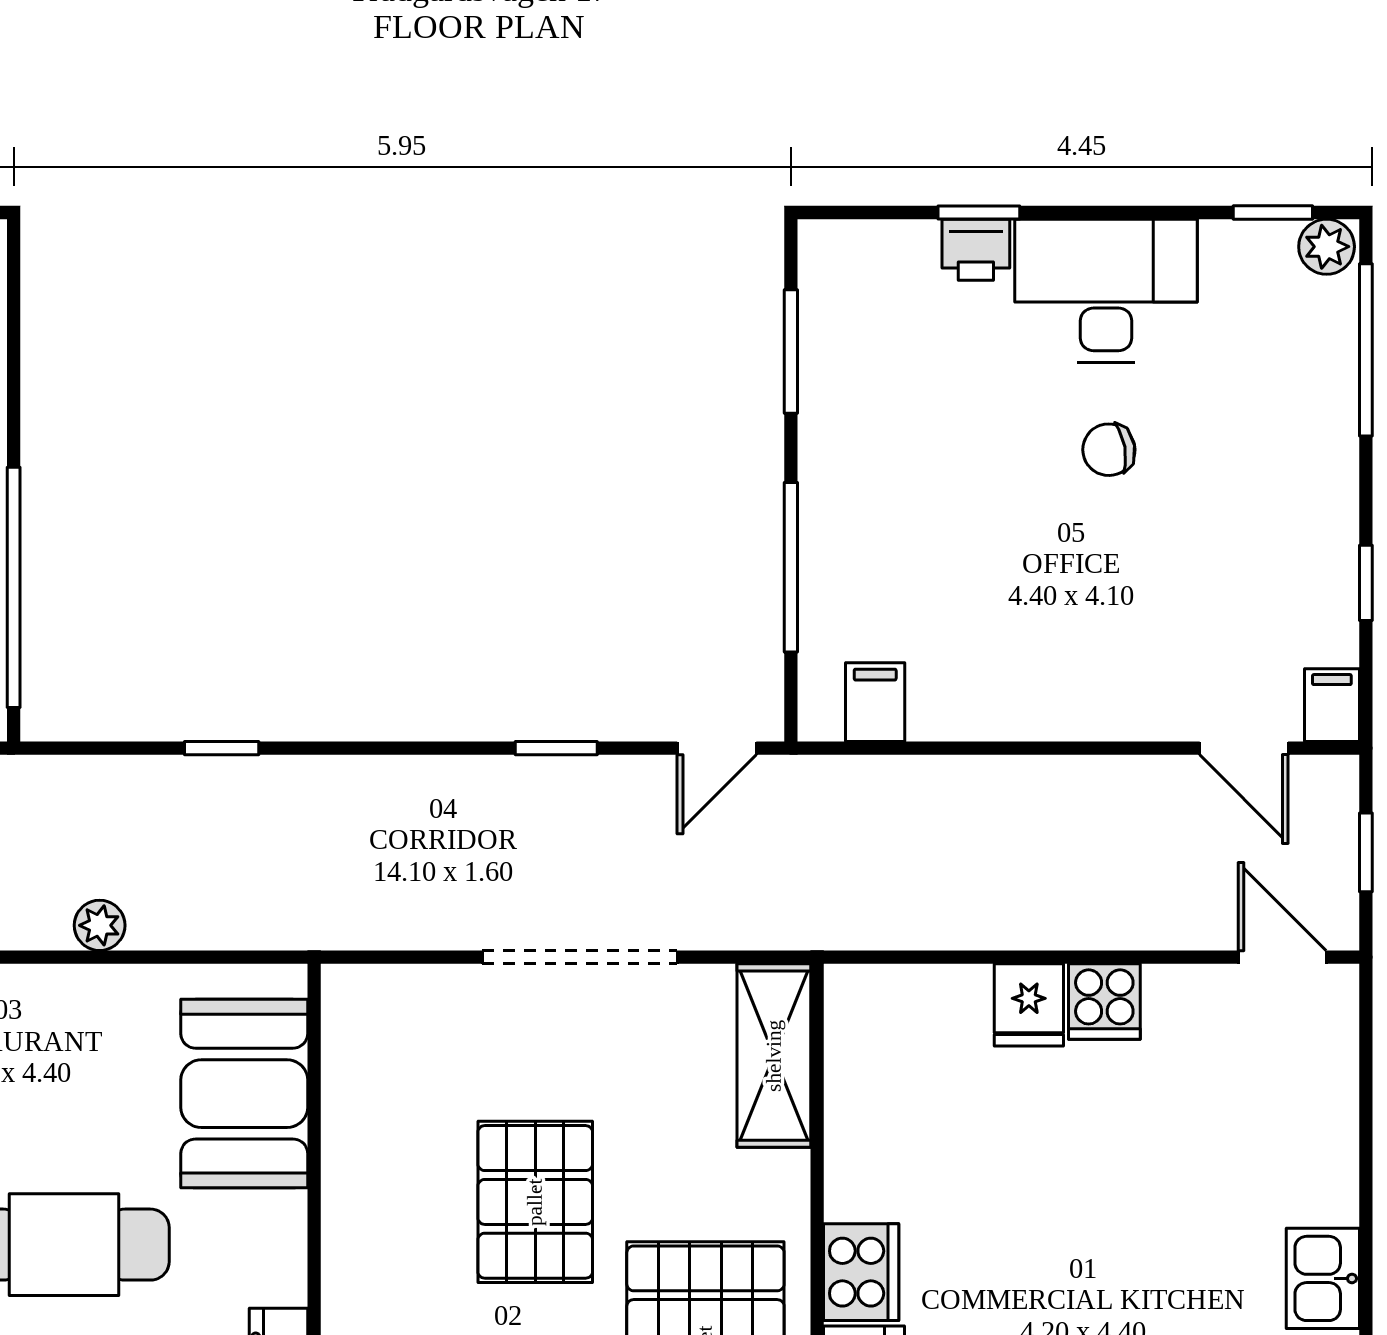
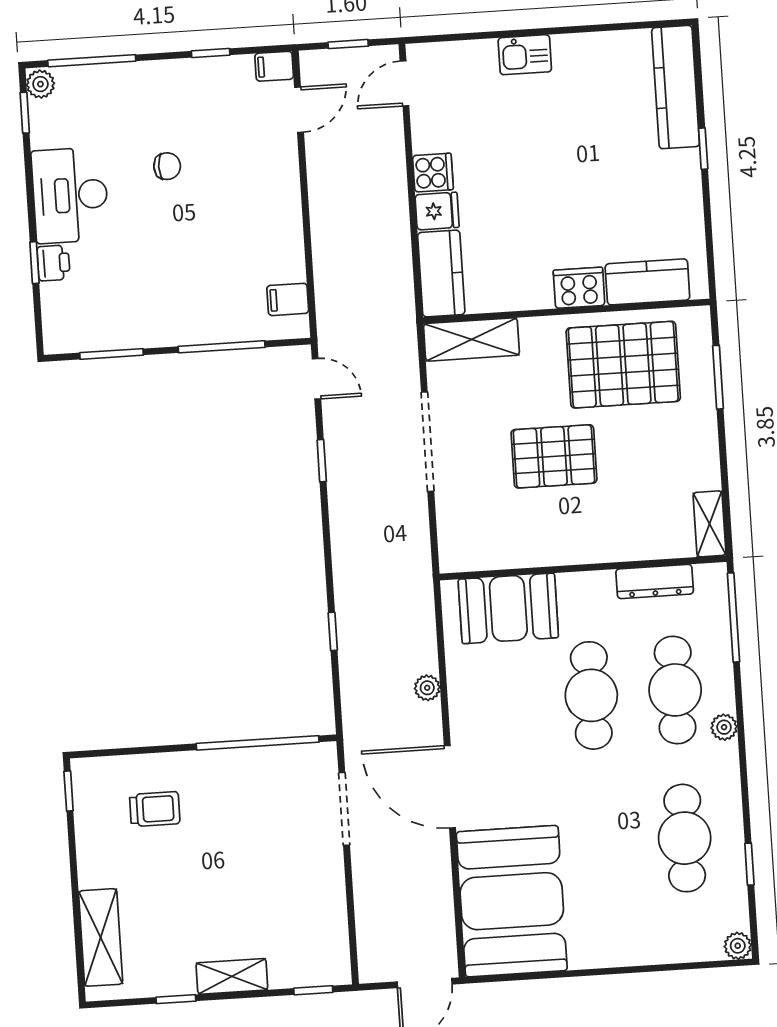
chair: (1109, 450) -> (167, 166), moved, turned -80
kitchen counter: (906, 1005) -> (441, 274), added
kitchen sink: (1323, 1278) -> (525, 55), moved

